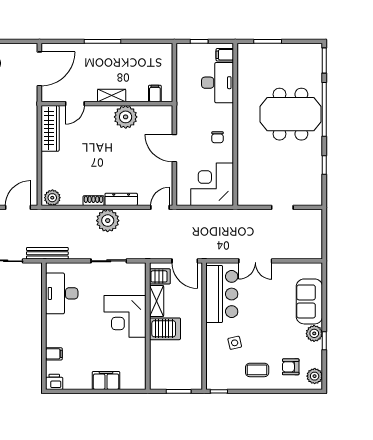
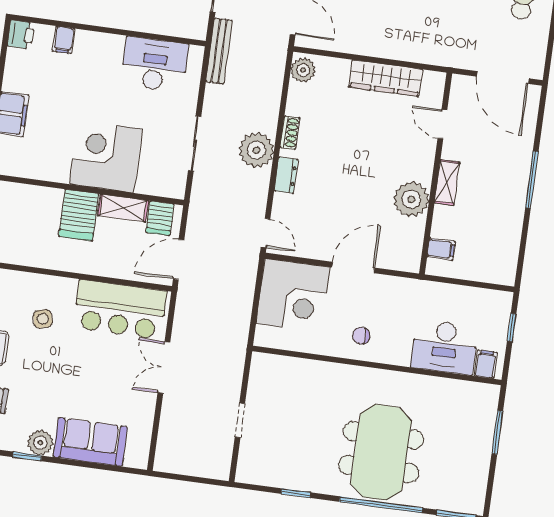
wardrobe: (50, 128) -> (386, 78), moved
corner desk: (212, 184) -> (293, 295), moved, turned 90
dresser: (121, 199) -> (286, 175), width x0.70

